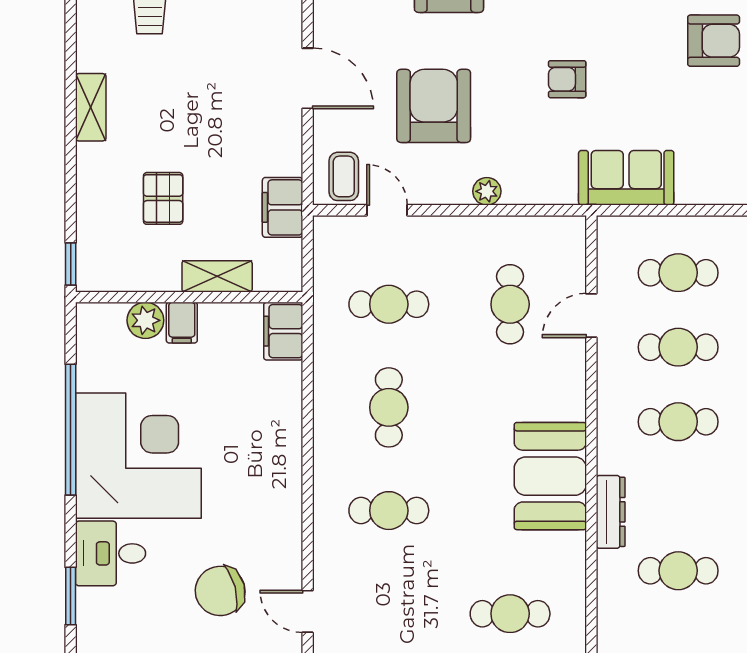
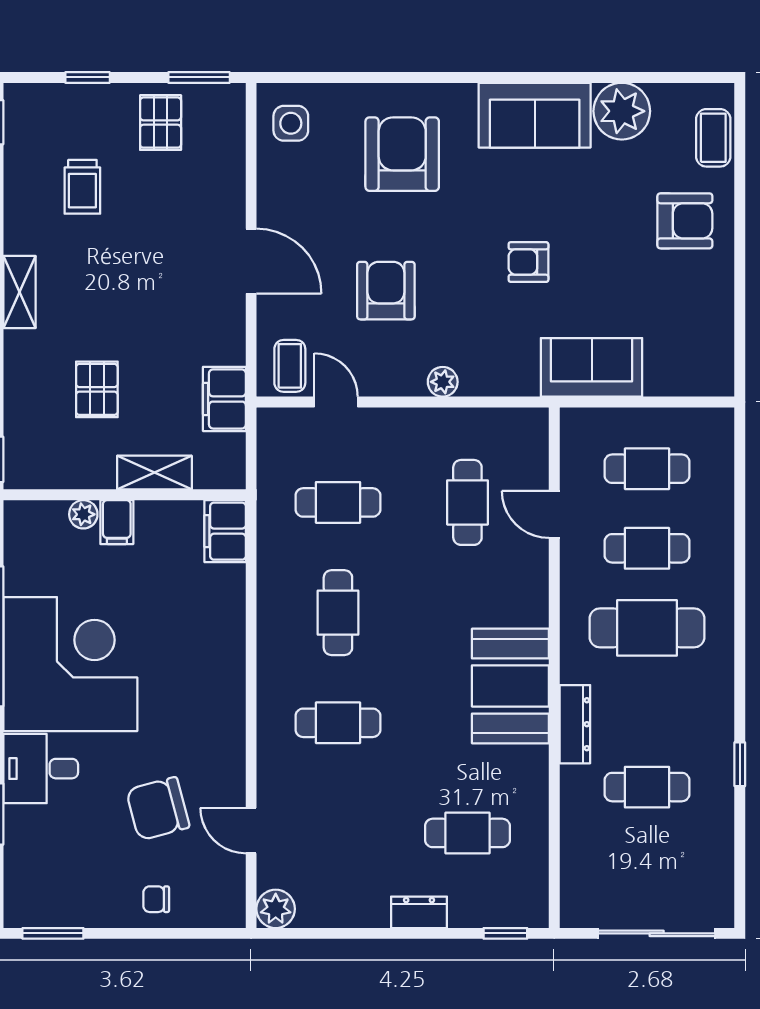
armchair: (434, 106) -> (386, 291), width x0.73, depth x0.73
door: (591, 315) -> (554, 514), hinge flipped
plant: (145, 320) -> (83, 514), width x0.73, depth x0.73
cafe table: (678, 422) -> (647, 628), width x1.37, depth x1.35

